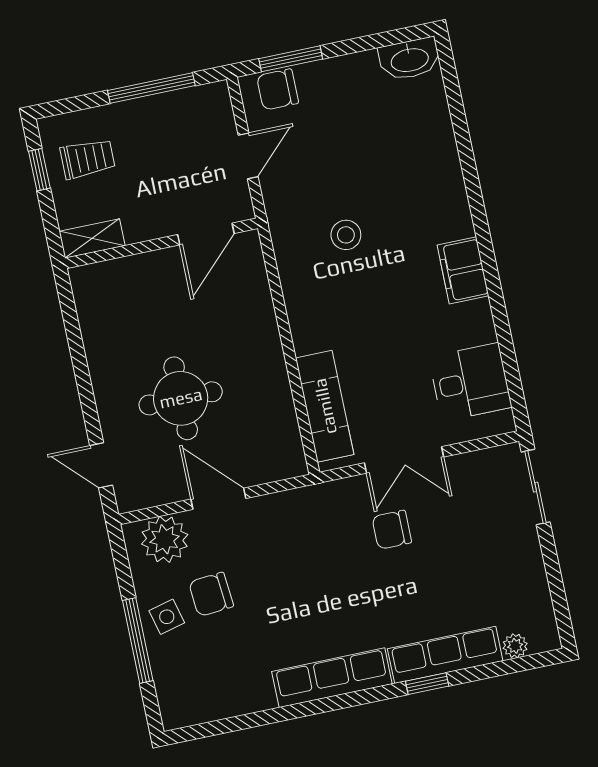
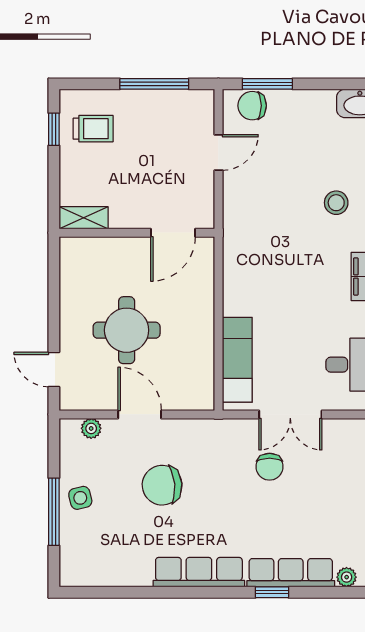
door: (206, 234) -> (173, 233), moved
stool: (346, 235) -> (336, 203), moved
shelving: (92, 238) -> (84, 218), moved
wall: (161, 243) -> (137, 233), moved
chair: (392, 530) -> (270, 467), turned -90
plant: (165, 539) -> (91, 428), width x0.53, depth x0.53
chair: (211, 594) -> (162, 485), moved, width x1.37, depth x1.37

